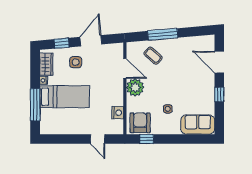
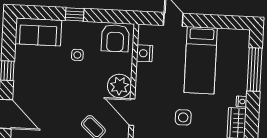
side table: (76, 62) -> (183, 117), moved
bed: (65, 97) -> (201, 60), moved, turned -90
window: (147, 139) -> (75, 14), moved

